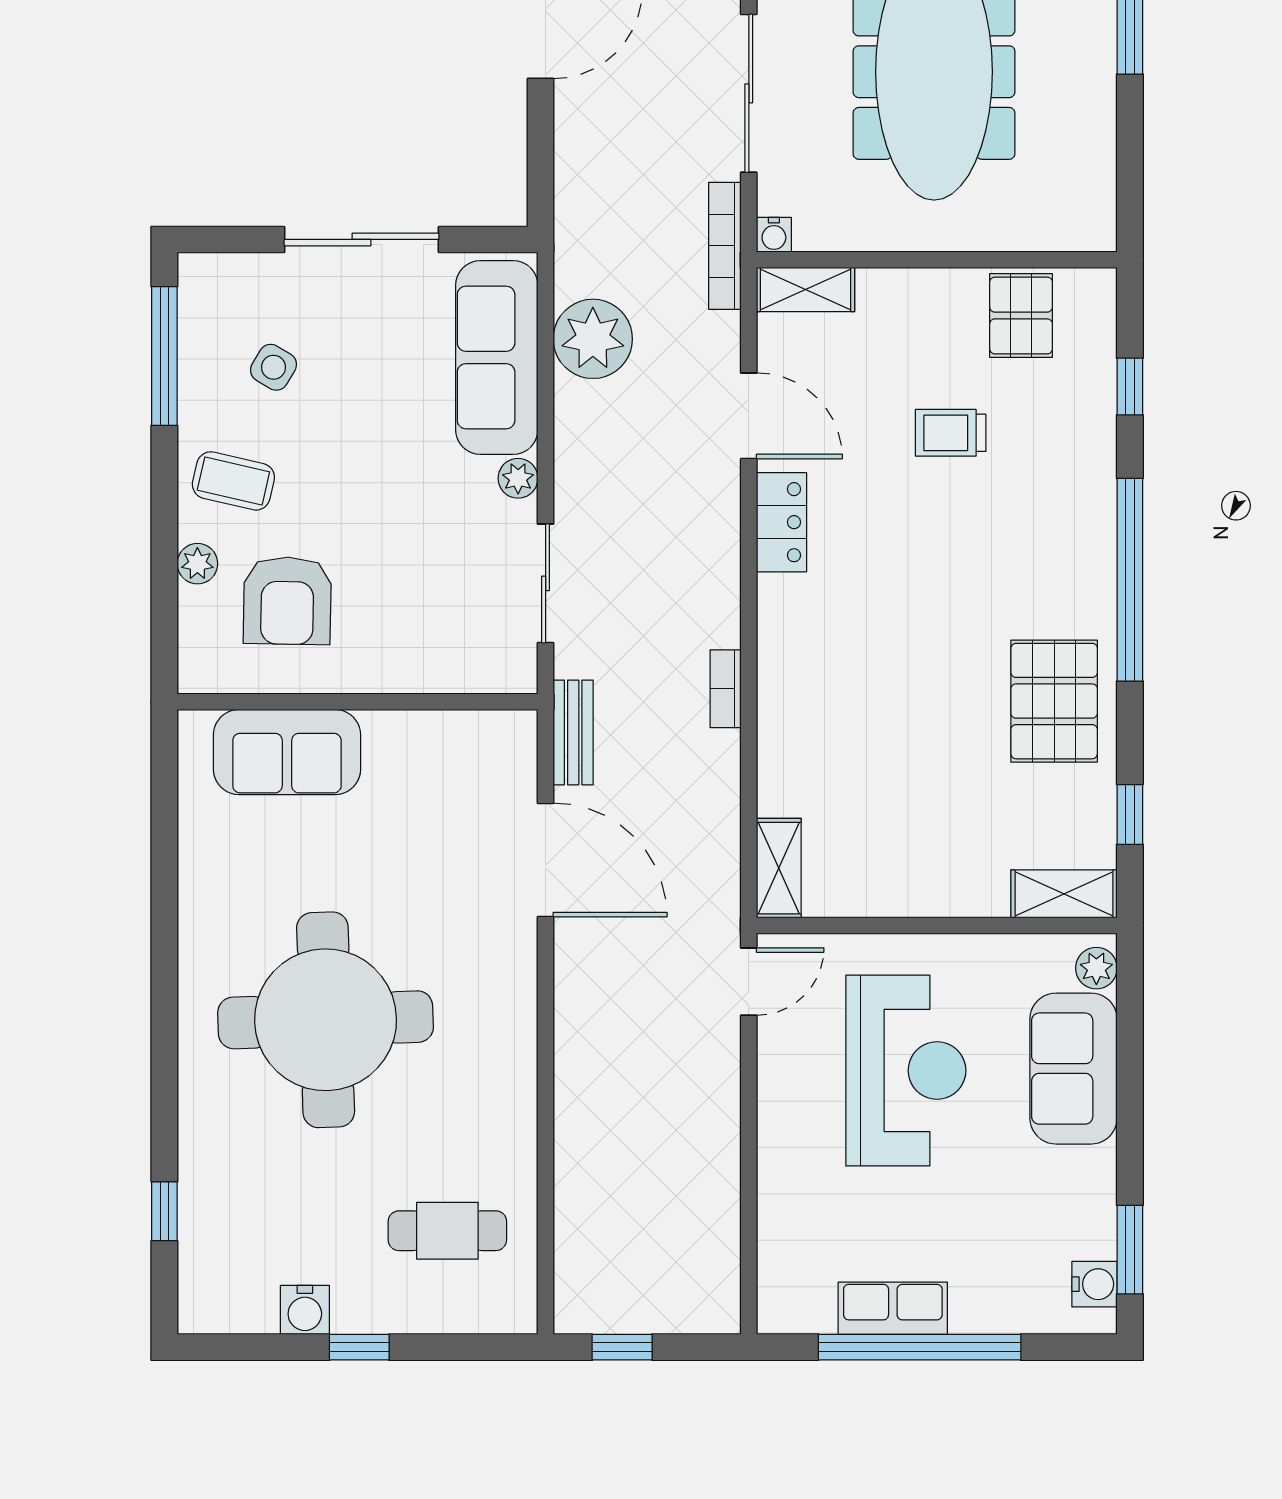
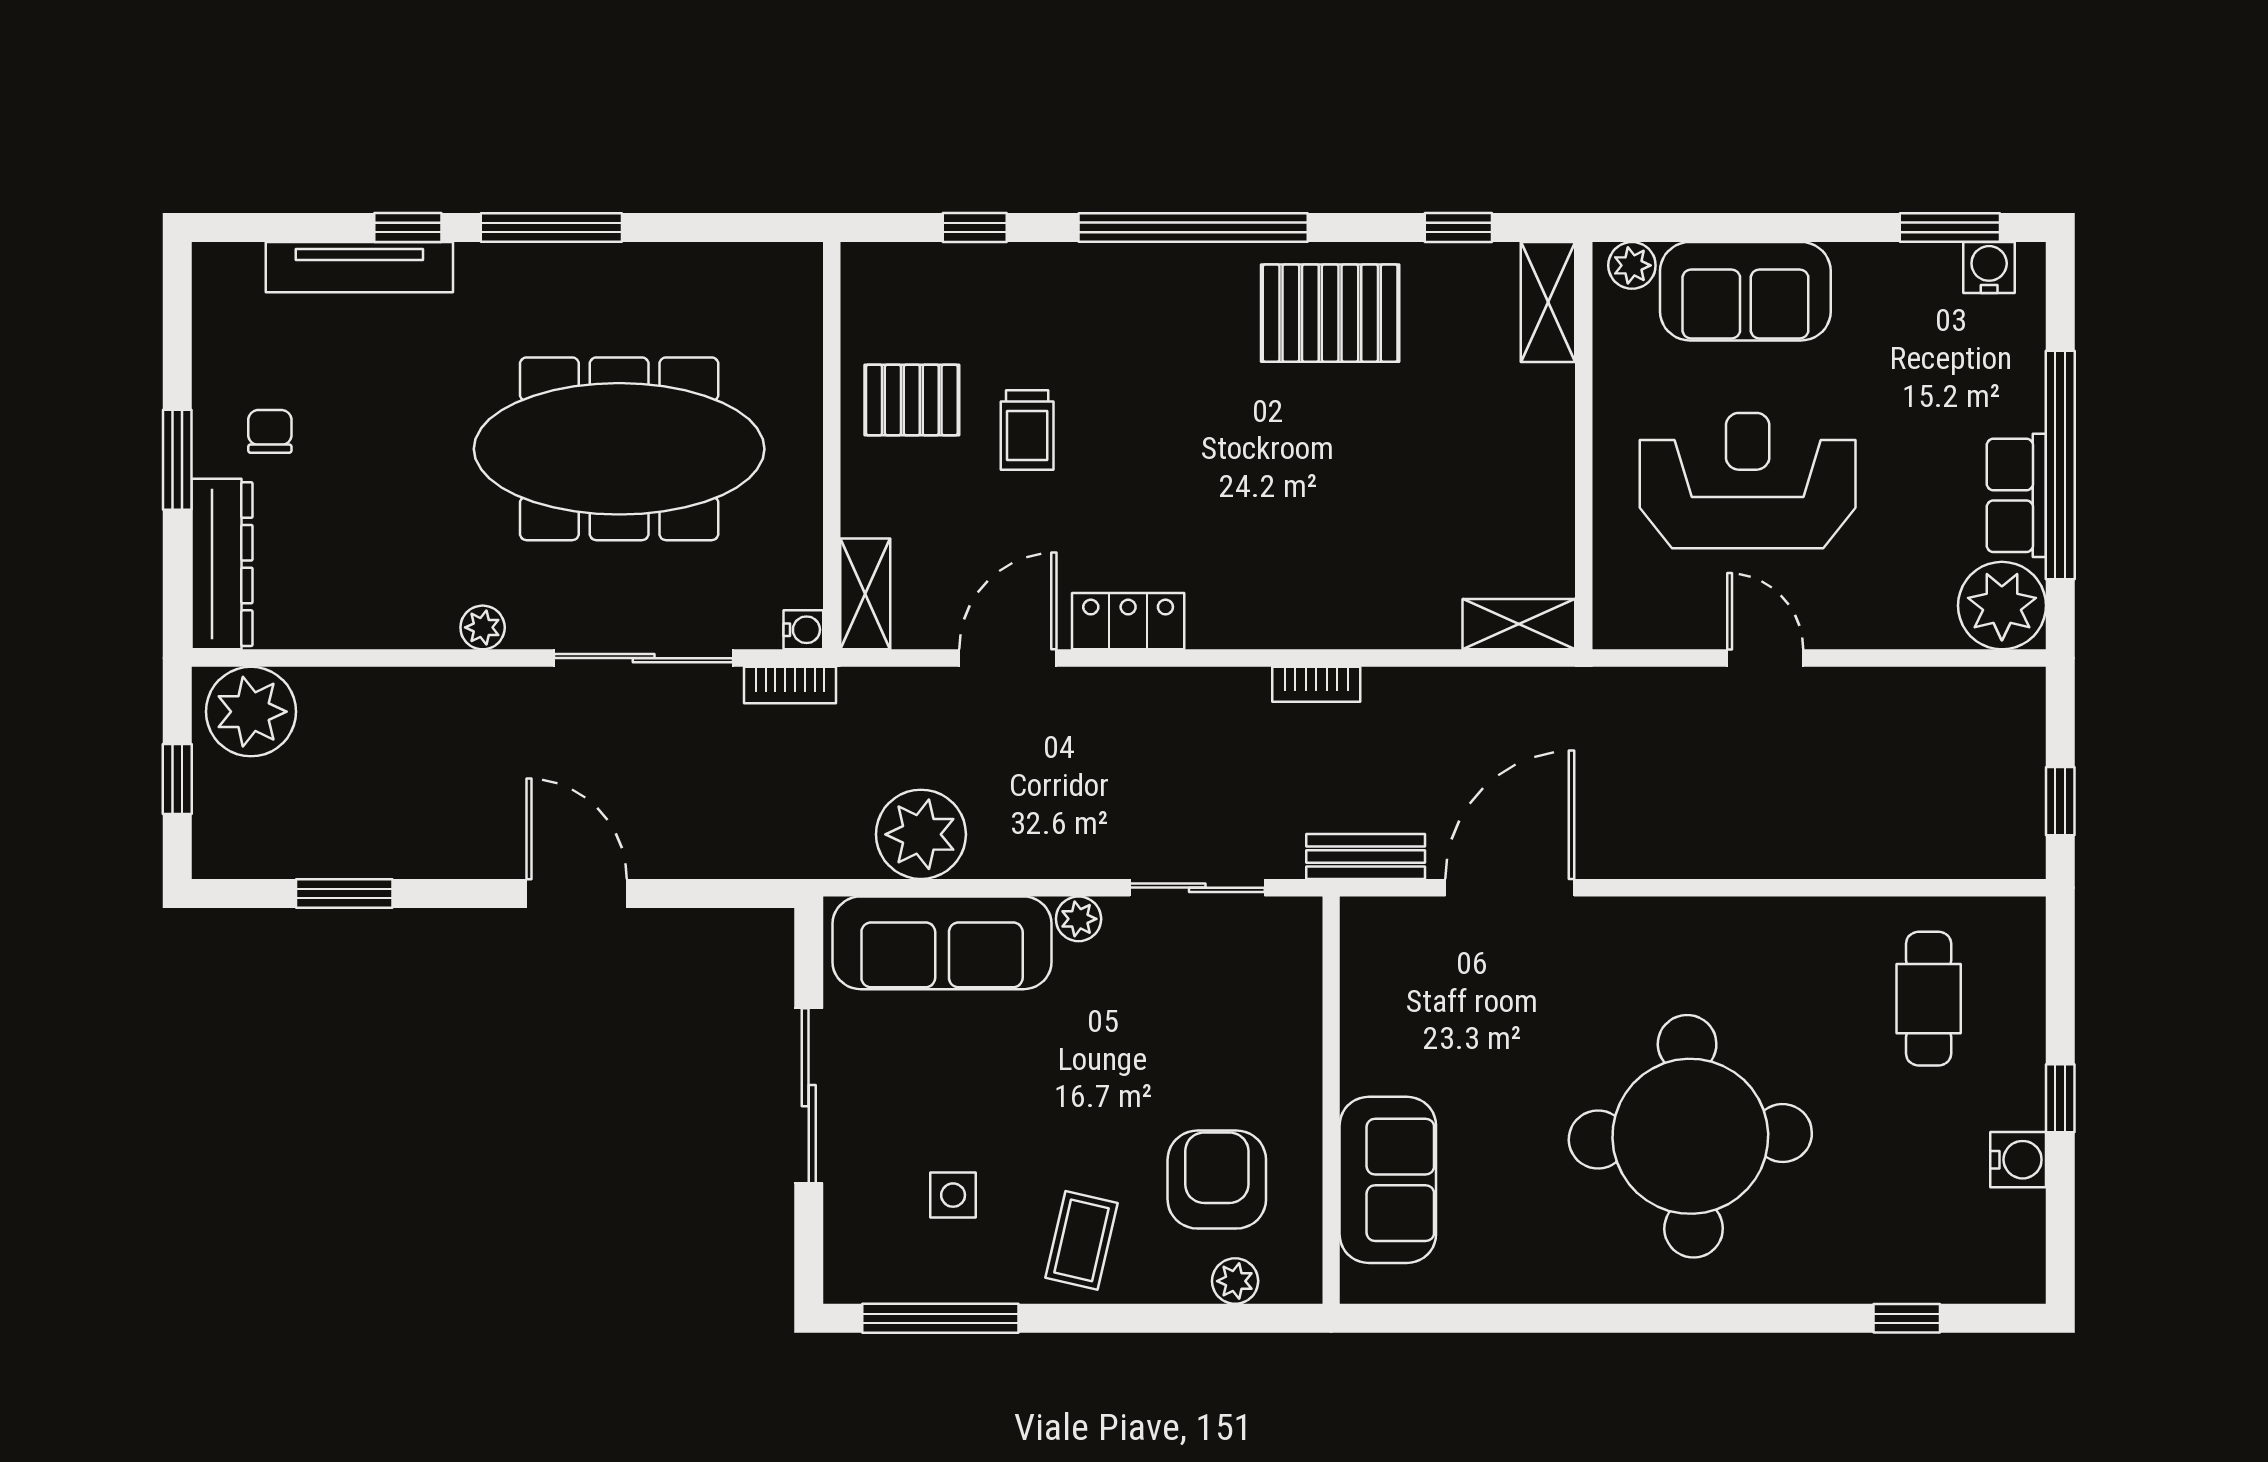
bookcase: (725, 246) -> (790, 685), width x0.64
pallet: (1021, 315) -> (912, 400), moved
side table: (274, 367) -> (953, 1195), turned -31
plant: (197, 564) -> (1235, 1281), moved
armchair: (287, 601) -> (1217, 1180), turned -91
door: (749, 982) -> (1765, 658), moved
plant: (795, 1296) -> (2002, 606), added

